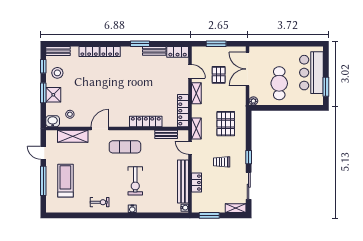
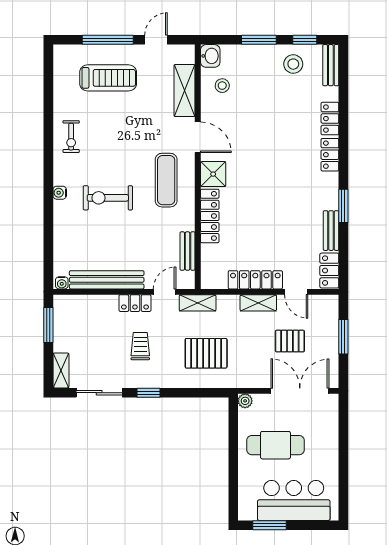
door: (190, 71) -> (296, 292), hinge flipped
shower: (53, 95) -> (213, 174), moved
locker: (183, 111) -> (255, 280), moved
locker: (197, 183) -> (135, 303), moved

